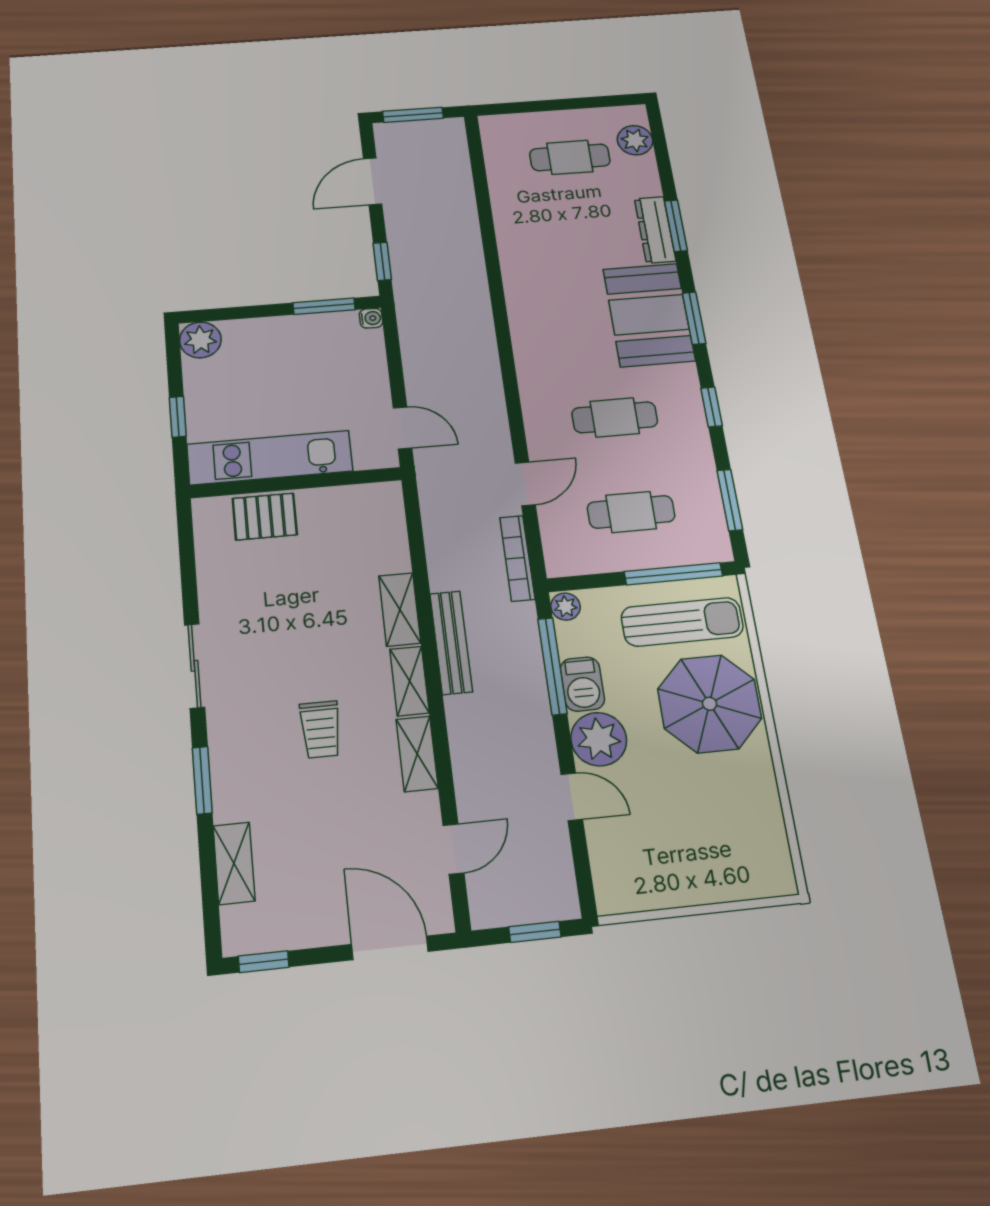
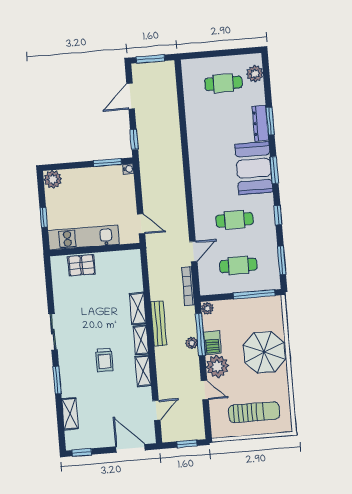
sun lounger: (682, 622) -> (254, 412), moved
plant: (533, 686) -> (192, 343), added

